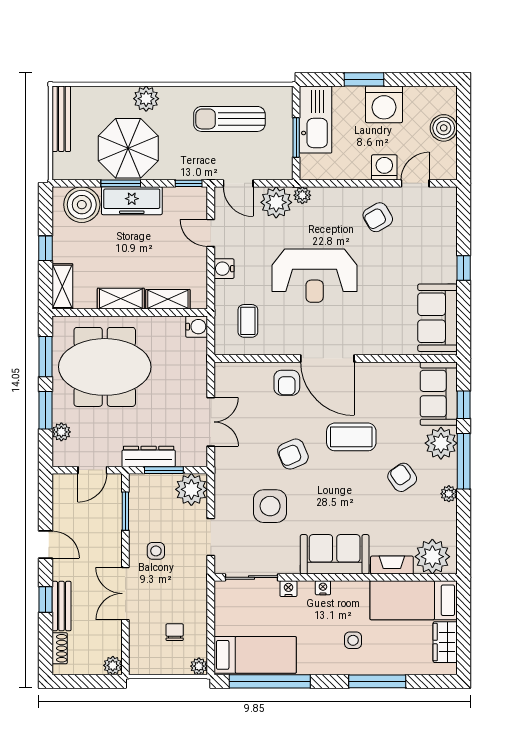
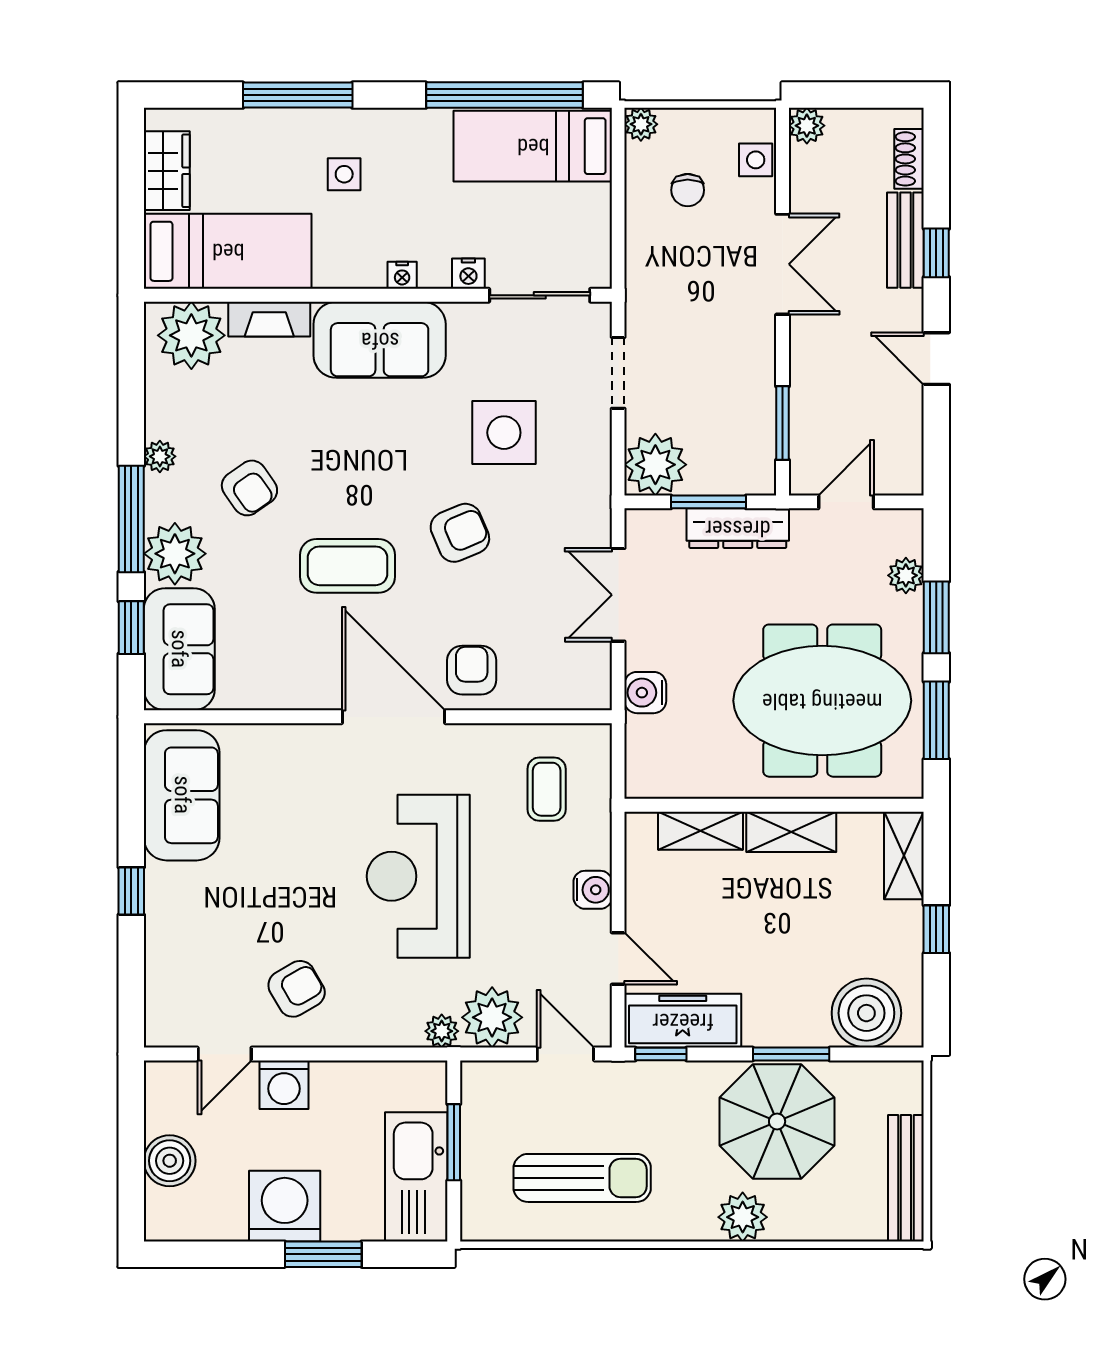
freezer: (132, 201) -> (683, 1021), moved
reception desk: (315, 276) -> (418, 876), turned -90
water cooler: (197, 327) -> (645, 693), moved
side table: (156, 551) -> (756, 160), moved

